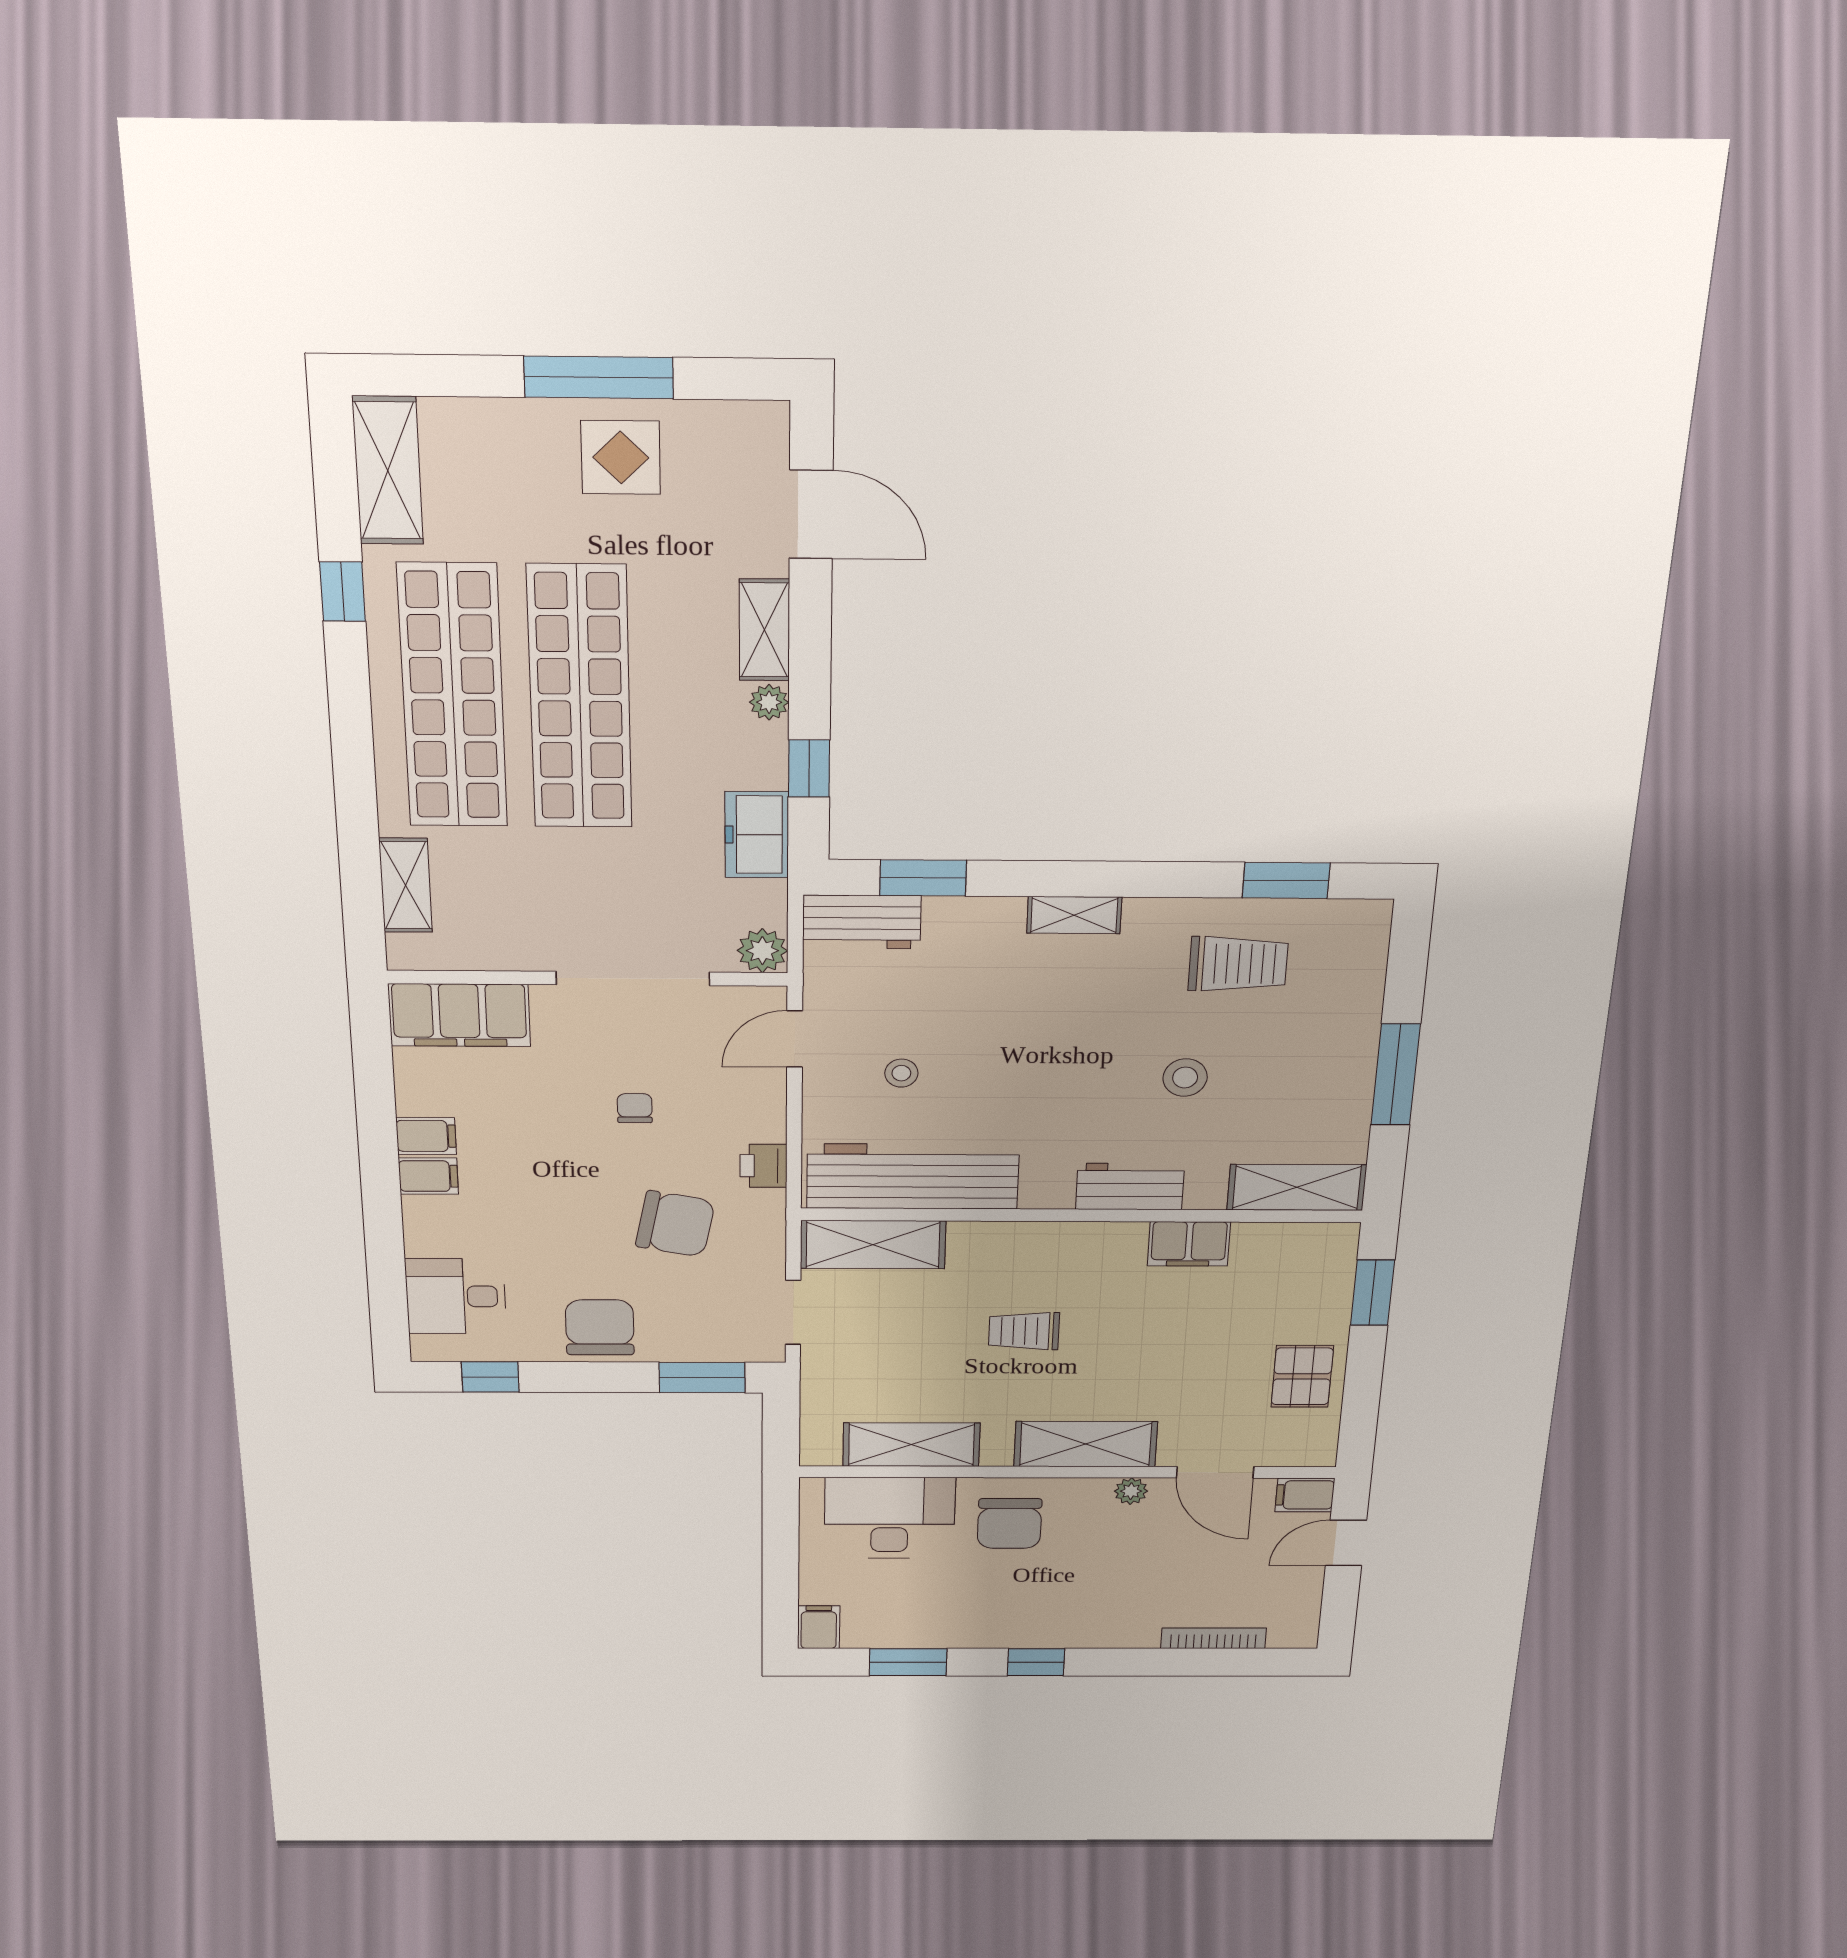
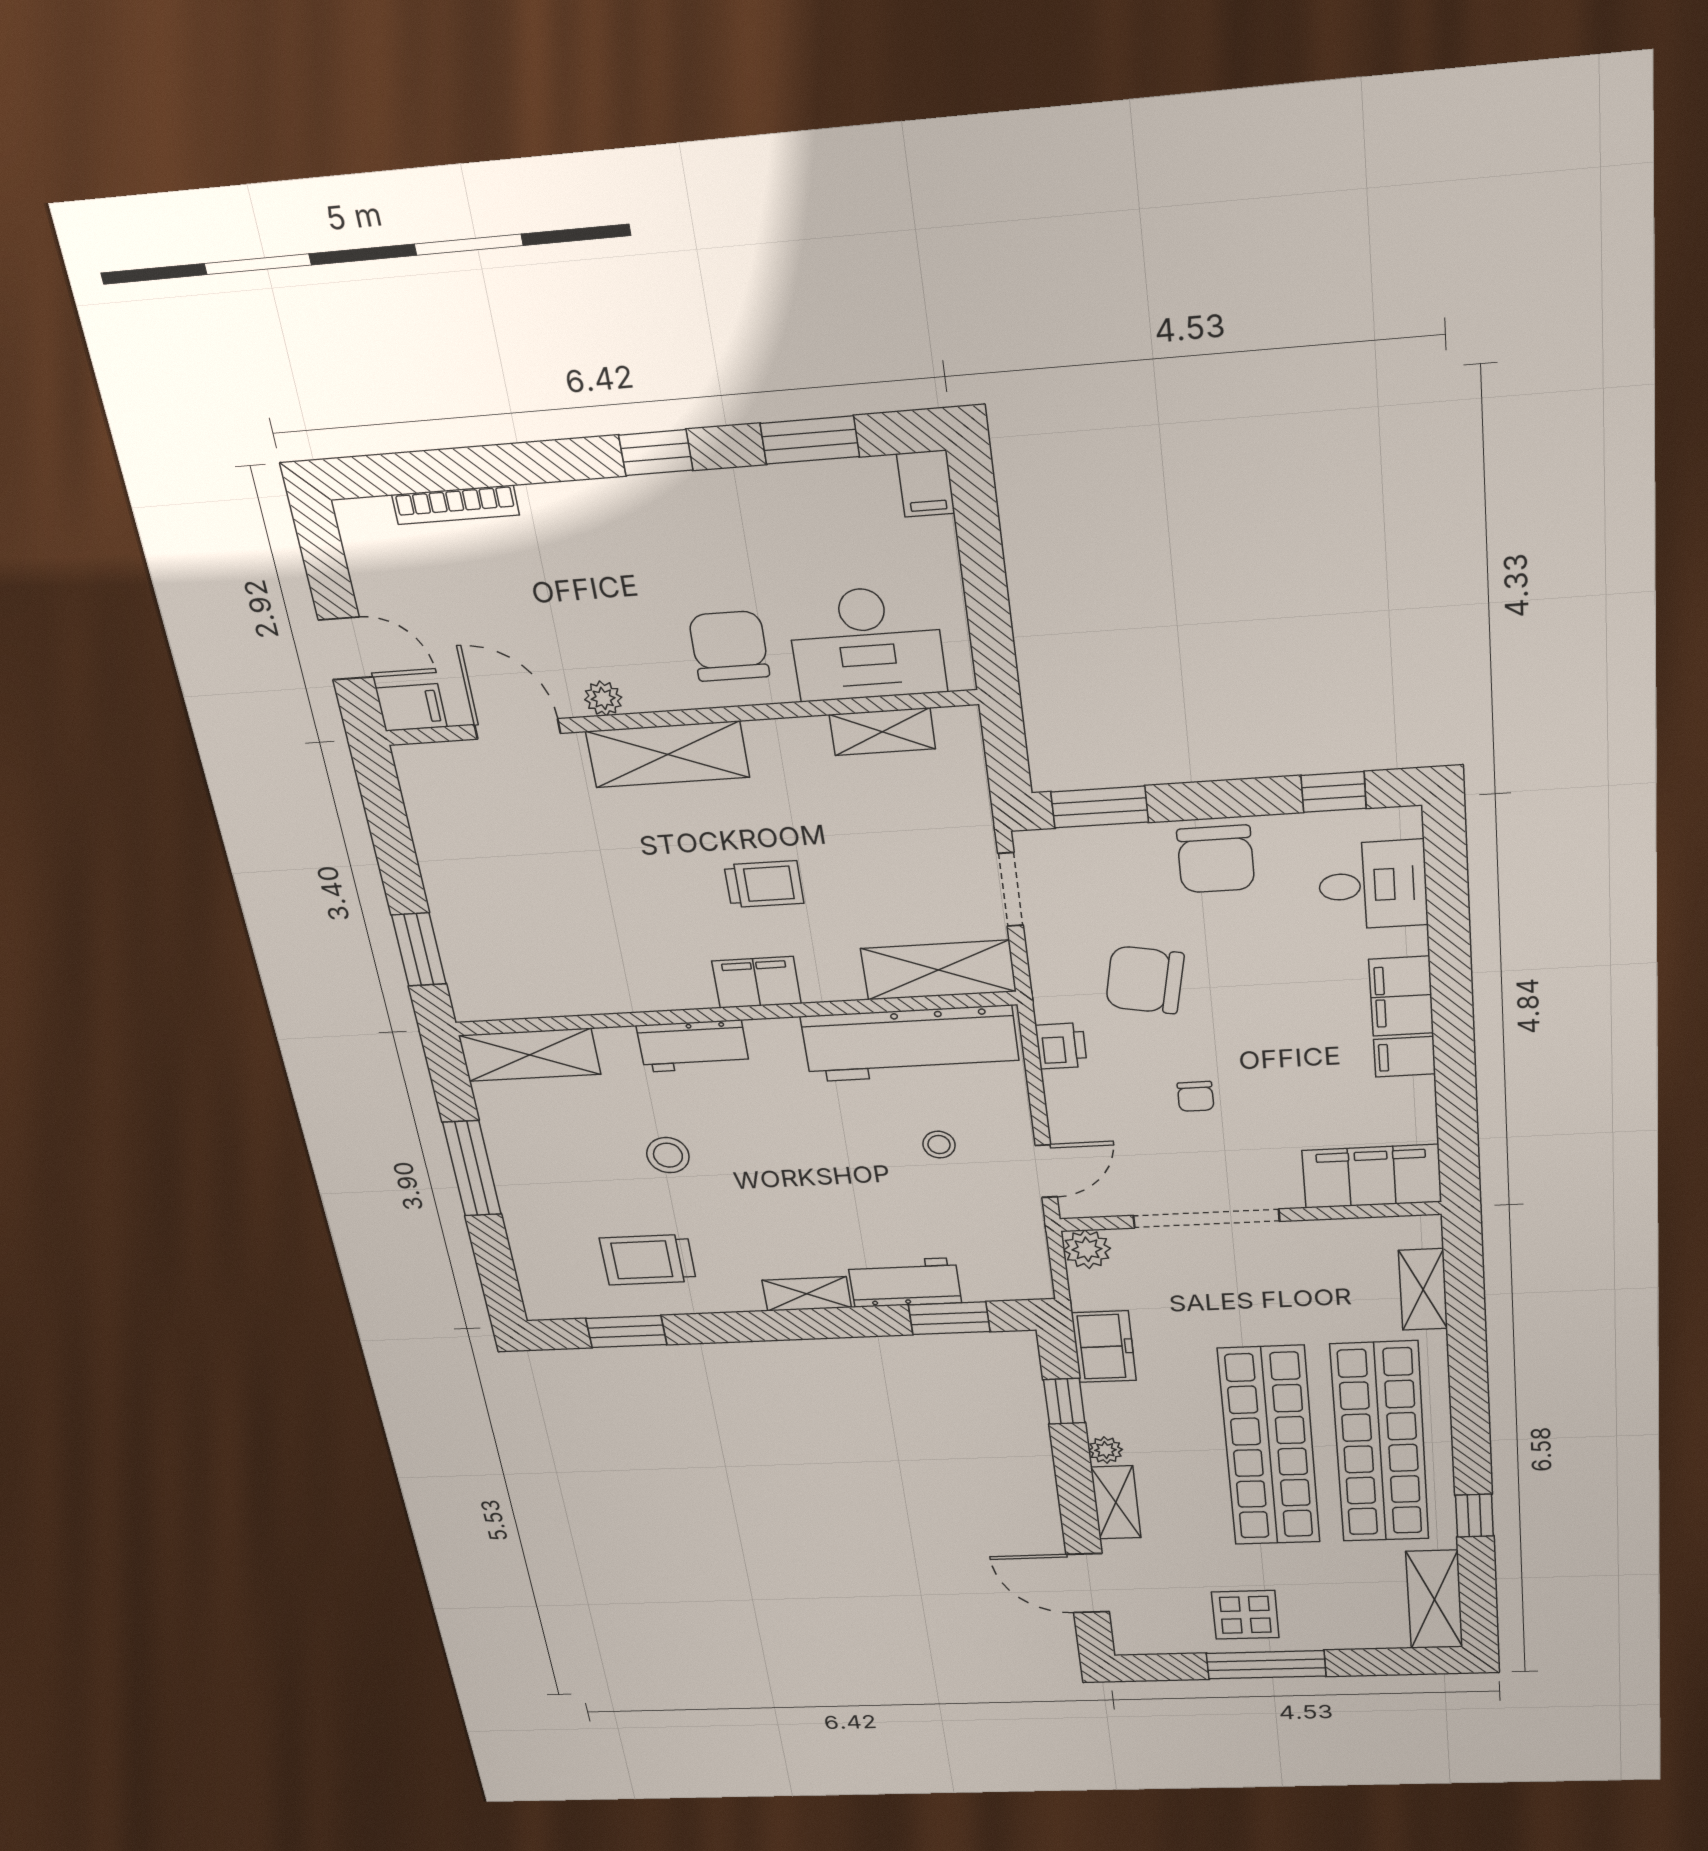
workbench: (862, 922) -> (905, 1283), moved
filing cabinet: (428, 1176) -> (1401, 996), width x2.00
filing cabinet: (1189, 1244) -> (757, 982), moved
pallet: (1302, 1376) -> (460, 851), removed
shelving: (911, 1445) -> (882, 732), width x0.67, depth x0.75
door: (1346, 1543) -> (346, 648), hinge flipped

